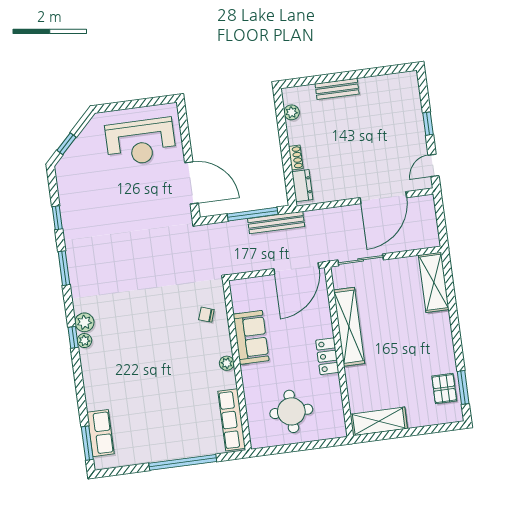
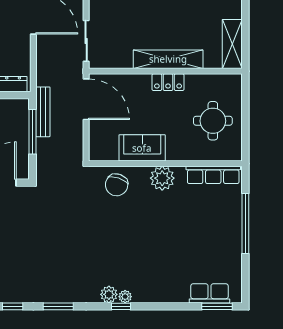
chair: (206, 315) -> (117, 185), width x1.87, depth x1.87
shelving: (349, 327) -> (168, 59), moved
plant: (227, 363) -> (162, 178), width x1.88, depth x1.88

